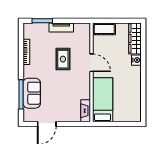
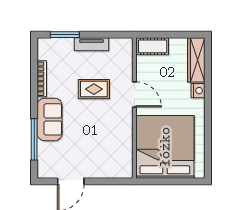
rug: (63, 59) -> (94, 89), turned 90
sofa: (32, 93) -> (50, 119), moved
bed: (103, 100) -> (165, 147), width x2.04
fireplace: (86, 111) -> (126, 162), removed

